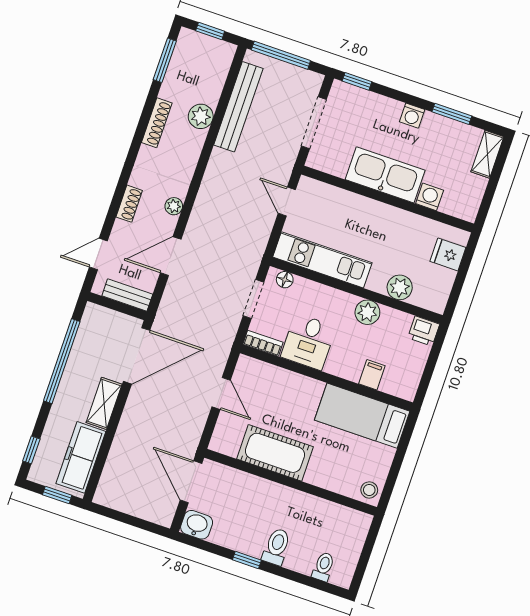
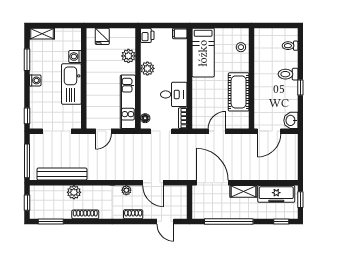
bench: (127, 295) -> (182, 199), removed
filing cabinet: (372, 375) -> (180, 33), moved
stool: (369, 490) -> (241, 47), moved

